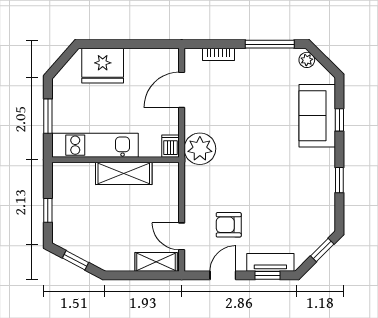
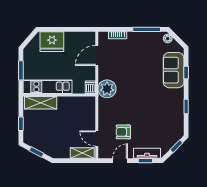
shelving: (124, 173) -> (41, 103), moved

